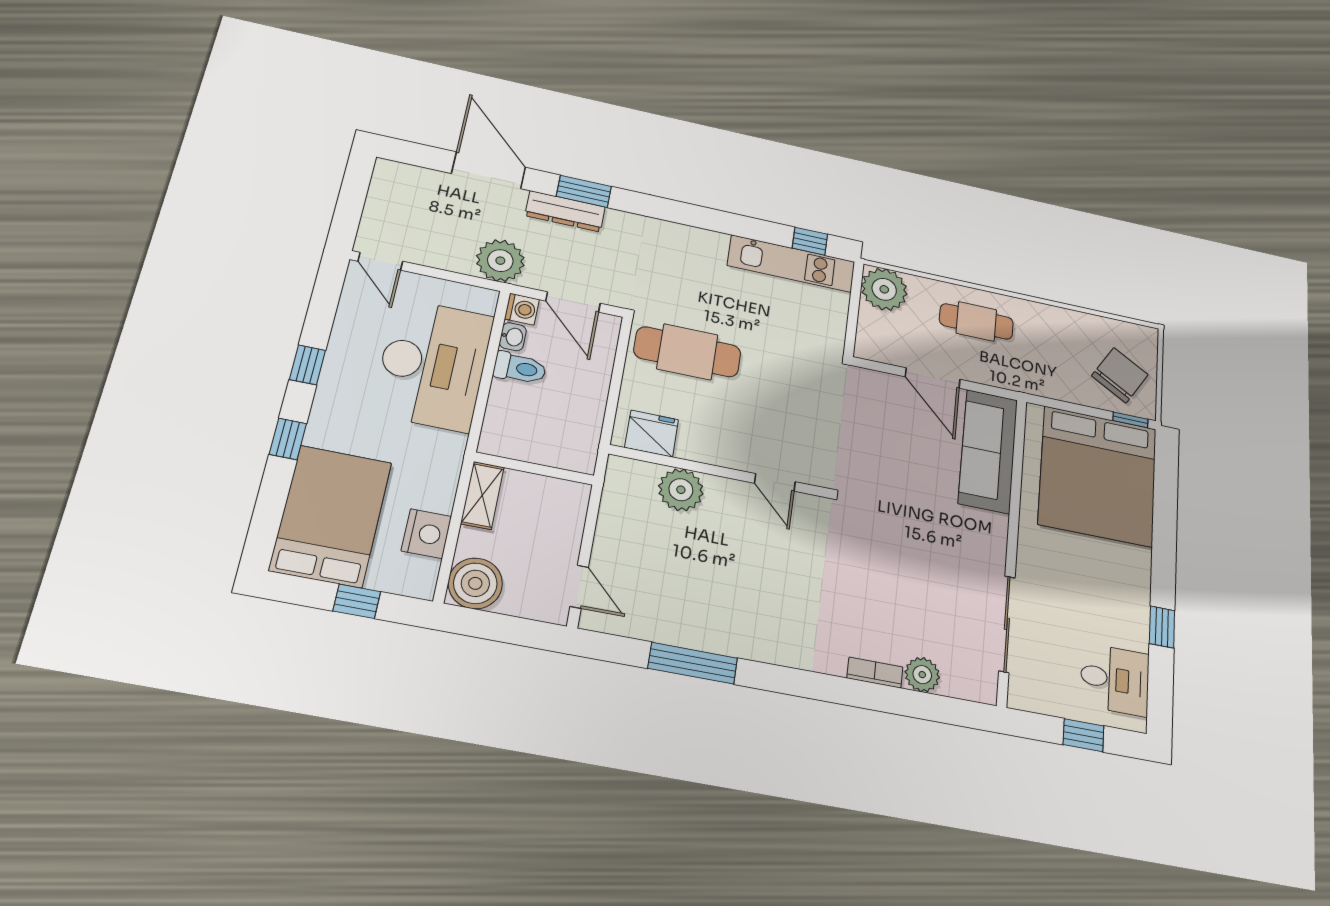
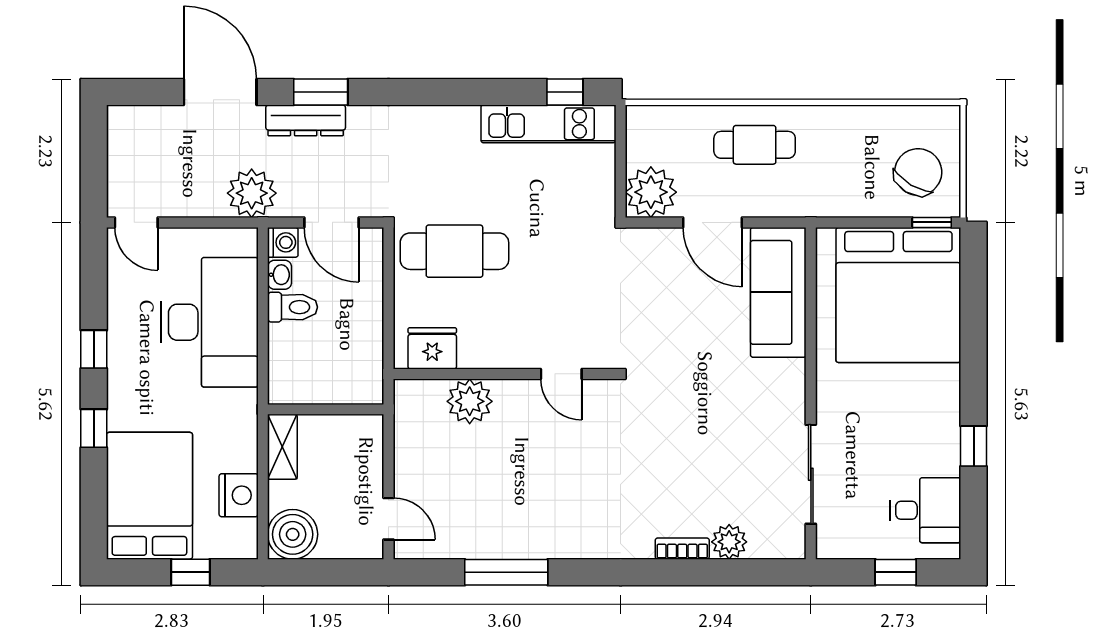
plant: (884, 289) -> (651, 192), moved

